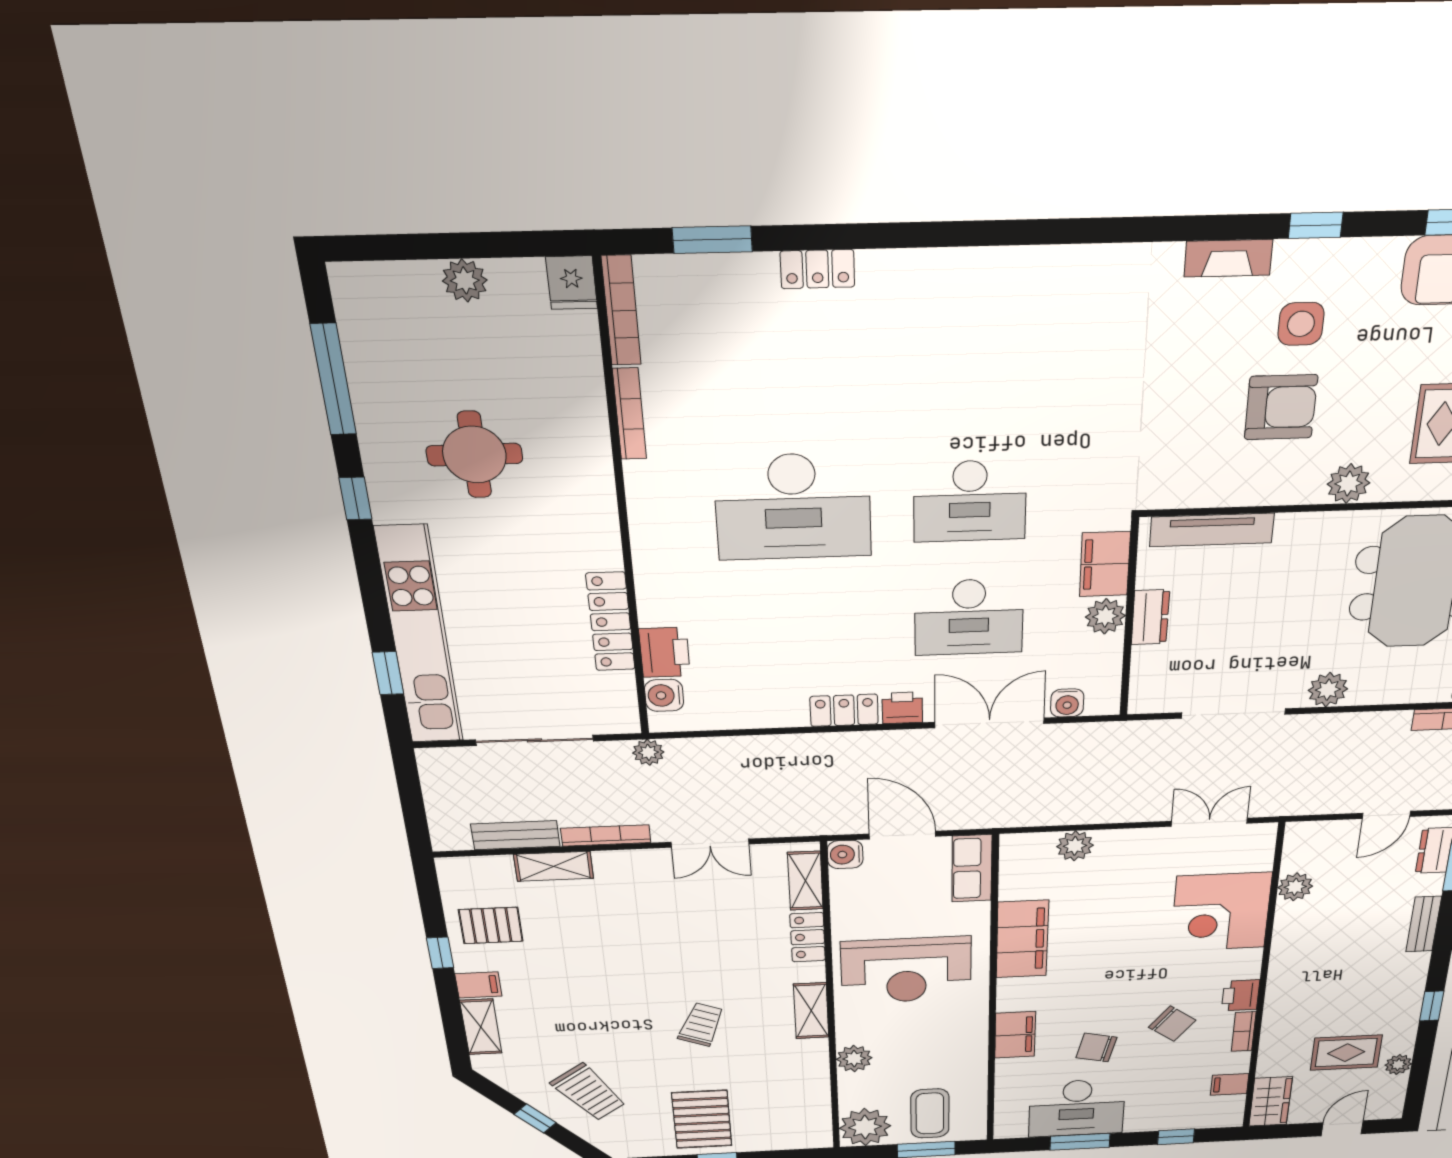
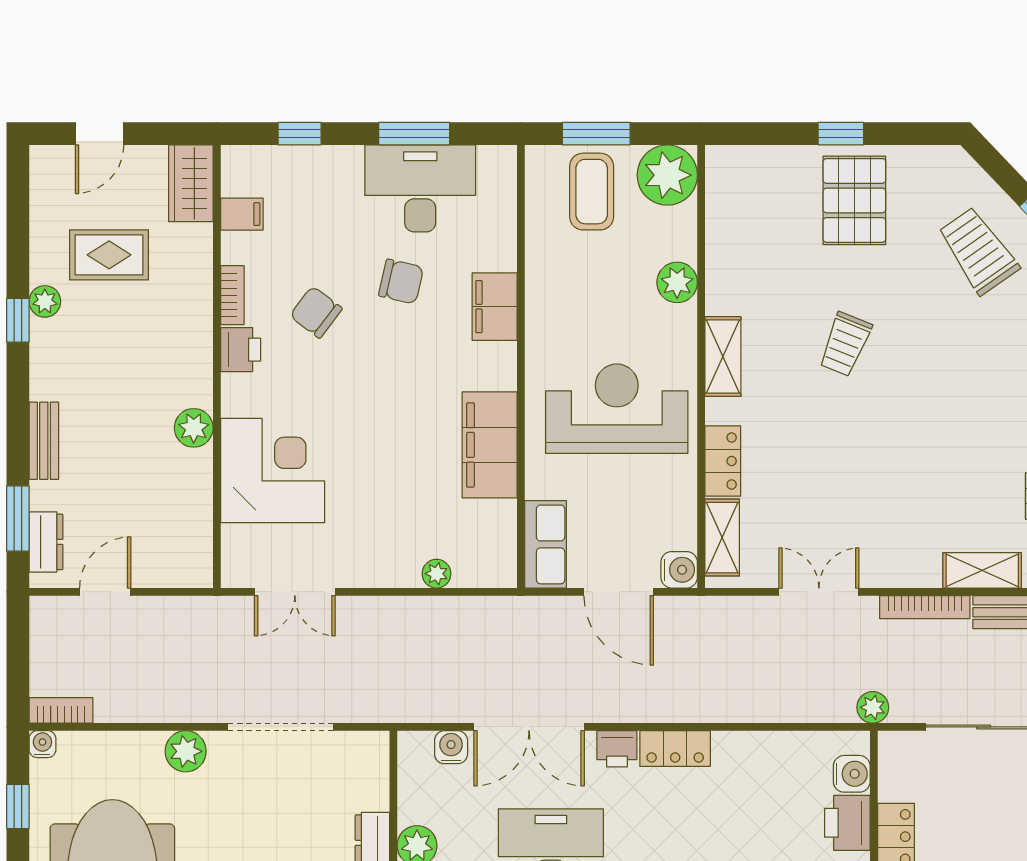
plant: (1075, 846) -> (436, 574), width x0.73, depth x0.73
plant: (1295, 887) -> (194, 428), moved
plant: (1398, 1065) -> (45, 301), moved

